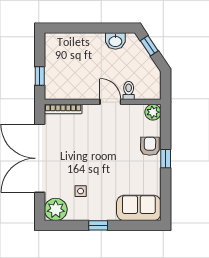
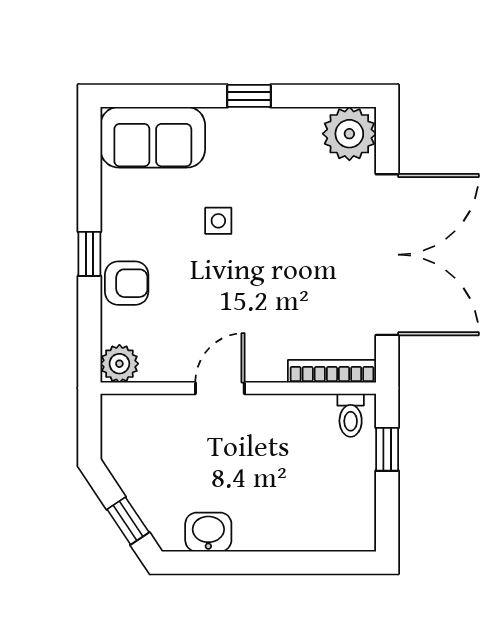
toilet: (129, 90) -> (351, 415), moved
door: (110, 102) -> (220, 388), swing flipped
armchair: (150, 146) -> (127, 283), turned -91
side table: (81, 191) -> (218, 221), moved

